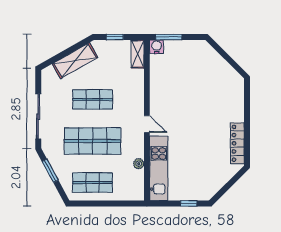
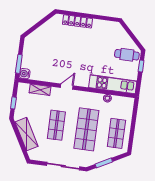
shelving: (138, 54) -> (40, 90), moved
door: (147, 124) -> (67, 87), moved
locker: (237, 143) -> (77, 21), moved
cafe table: (201, 182) -> (127, 55), added

